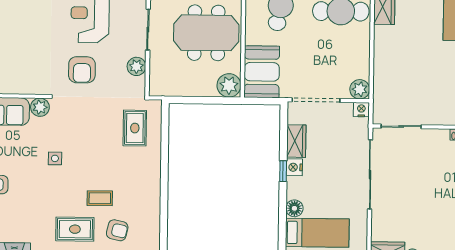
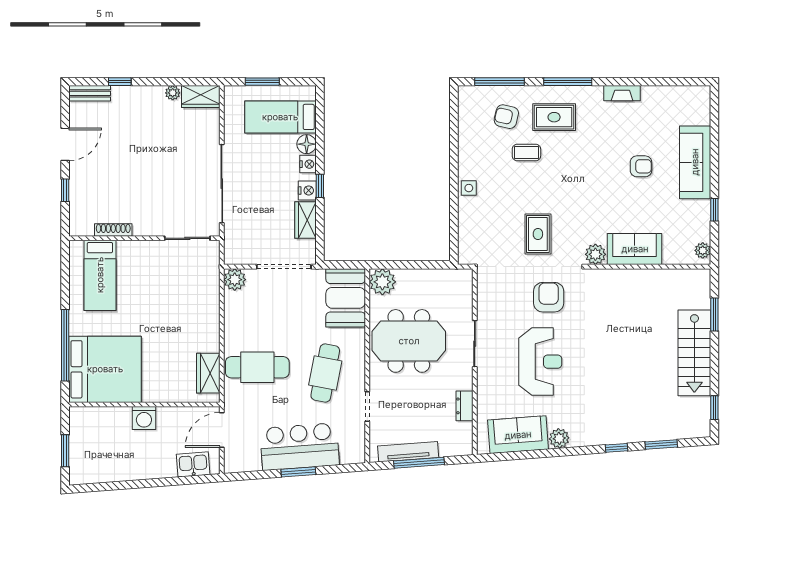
plant: (136, 66) -> (487, 302), removed
nightstand: (361, 110) -> (308, 164), moved, turned -90
rug: (135, 128) -> (538, 234), moved
side table: (55, 158) -> (469, 188), moved

